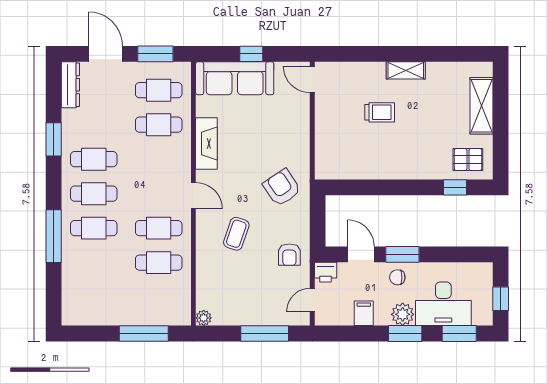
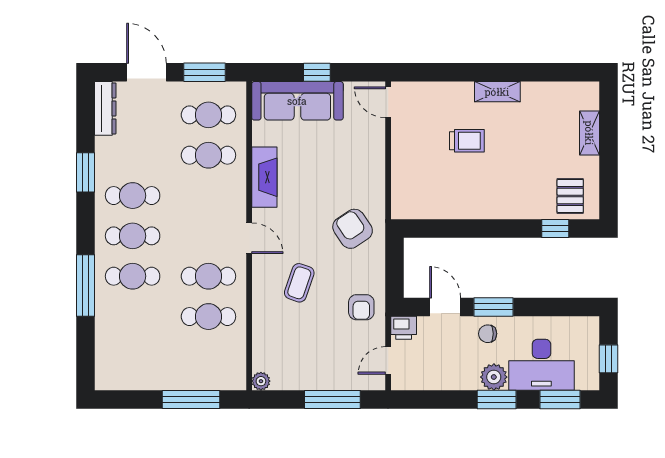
shelving: (482, 106) -> (589, 133), width x0.67, depth x0.75
pallet: (468, 160) -> (570, 196), turned 90
filing cabinet: (364, 313) -> (448, 376), removed

